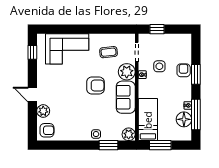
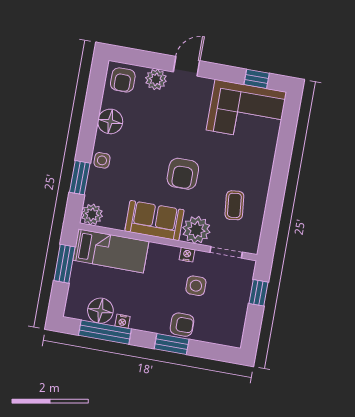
corner sofa: (67, 49) -> (246, 111), moved, turned -90
floor lamp: (72, 133) -> (110, 121), added

